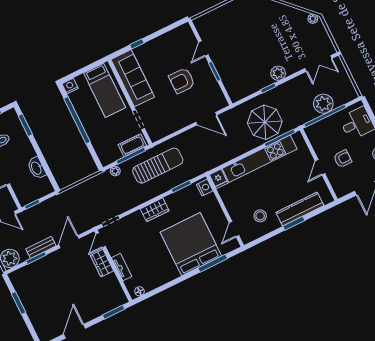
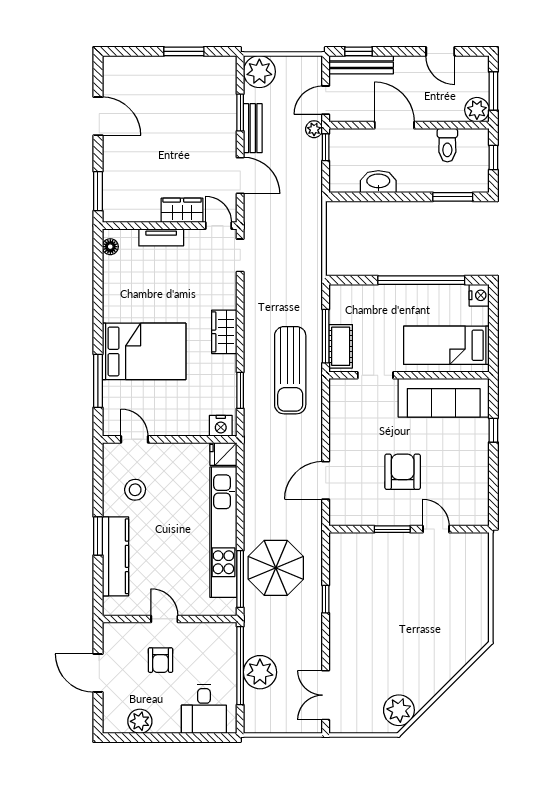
plant: (313, 19) -> (399, 710), width x1.88, depth x1.88
plant: (278, 73) -> (341, 626), removed
plant: (115, 171) -> (314, 129), moved
bed: (191, 244) -> (144, 351), width x0.73

